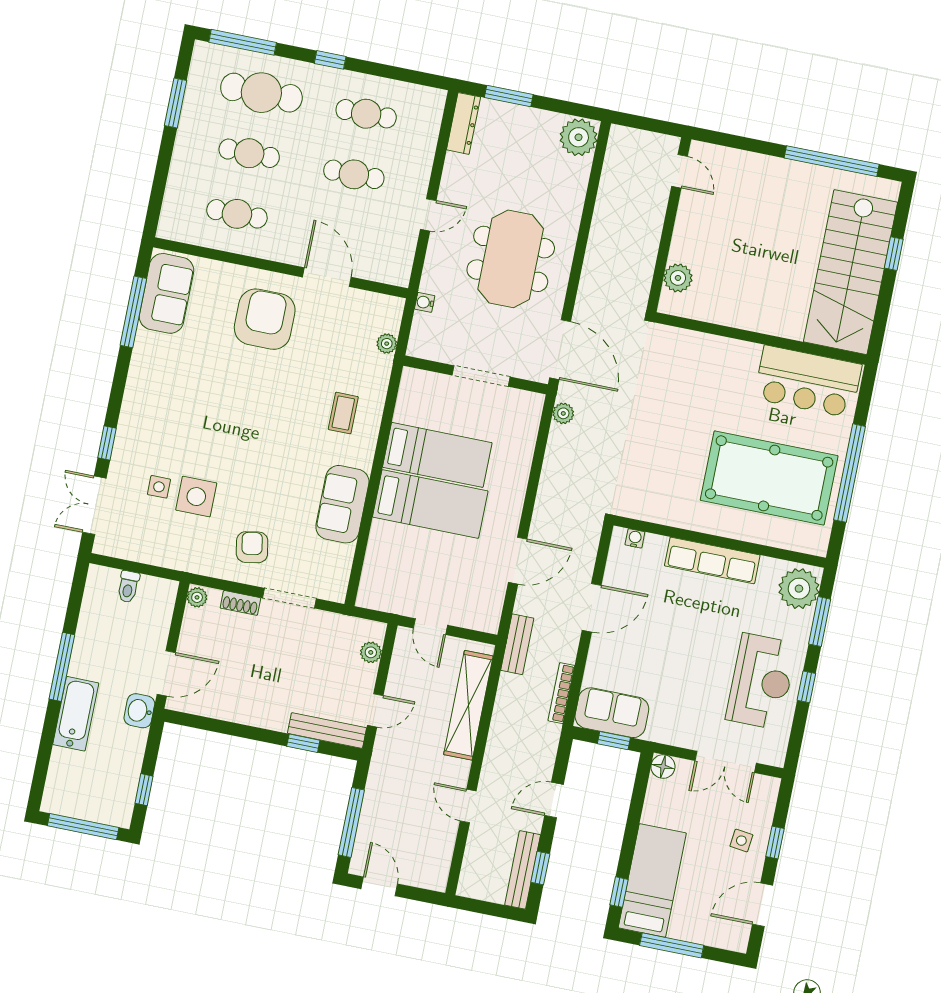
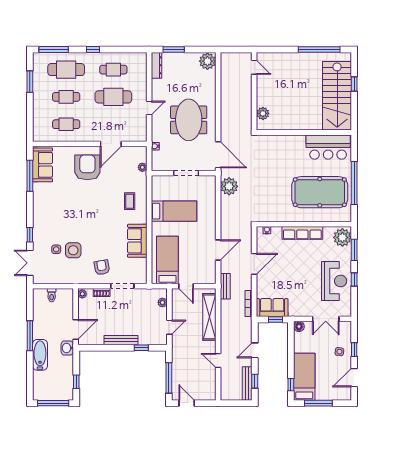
cafe table: (354, 174) -> (113, 97), width x1.37, depth x1.35
door: (327, 277) -> (111, 144), swing flipped
plant: (563, 413) -> (229, 186), width x1.88, depth x1.88
bed: (430, 504) -> (167, 260), moved, turned -90
bench: (327, 731) -> (121, 340), moved

